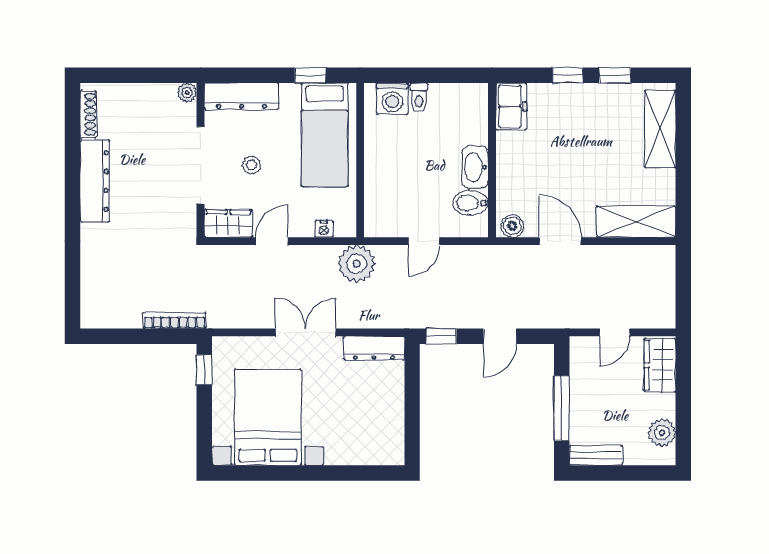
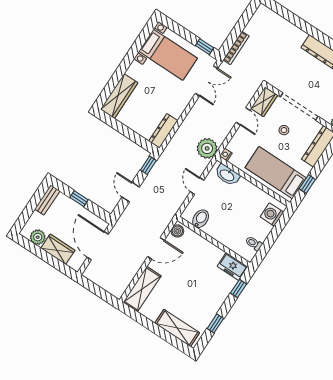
window: (568, 75) -> (238, 288), moved
toilet: (419, 97) -> (254, 243), moved
washbasin: (475, 167) -> (227, 175), moved, turned 180
nightstand: (324, 229) -> (226, 155), moved
double door: (305, 332) -> (206, 81), moved
door: (615, 332) -> (98, 246), width x1.88
wardrobe: (660, 365) -> (58, 249), moved
window: (562, 408) -> (79, 199), width x0.46
bed with nightstands: (268, 417) -> (168, 55), width x0.73
wardrobe: (365, 450) -> (119, 96), added

